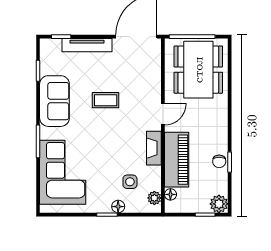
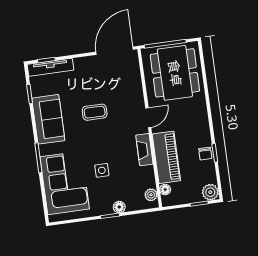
tv unit: (87, 45) -> (50, 67), moved
side table: (130, 182) -> (102, 170), moved

